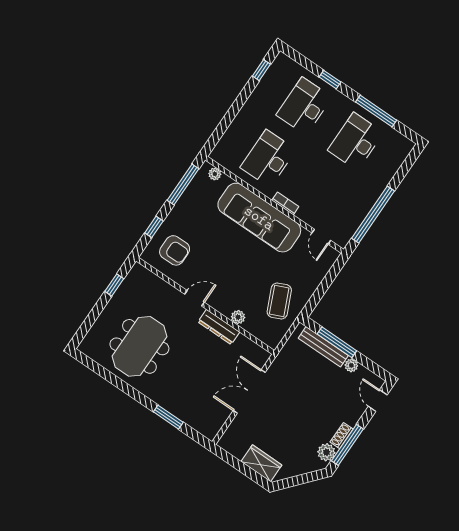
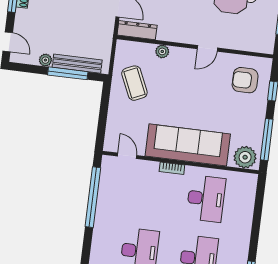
plant: (215, 174) -> (245, 157), width x1.87, depth x1.87
dresser: (219, 327) -> (137, 30), moved

